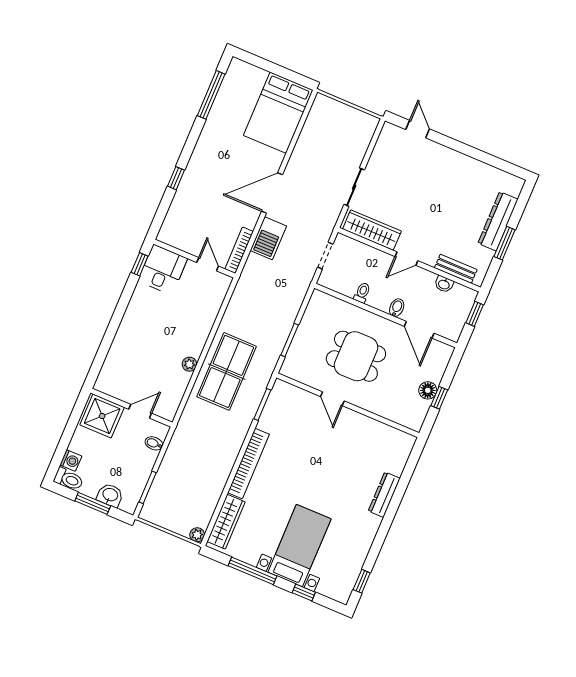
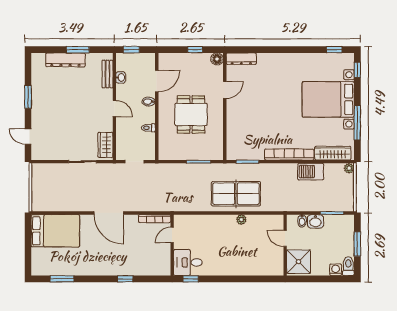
window: (211, 95) -> (62, 279), width x0.69
door: (418, 129) -> (28, 137), hinge flipped
window: (470, 151) -> (28, 97), added
wardrobe: (372, 230) -> (105, 145), width x0.67
barbecue: (268, 238) -> (311, 172), moved, turned 180
floor lamp: (428, 390) -> (217, 59), moved
door: (332, 399) -> (225, 90), moved
washbasin: (110, 495) -> (315, 221), moved, turned -90
dresser: (384, 495) -> (241, 59), moved
bed with nightstands: (299, 546) -> (328, 99), width x1.36
window: (304, 593) -> (357, 70), moved

